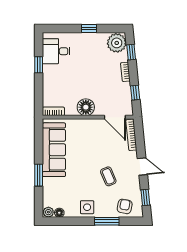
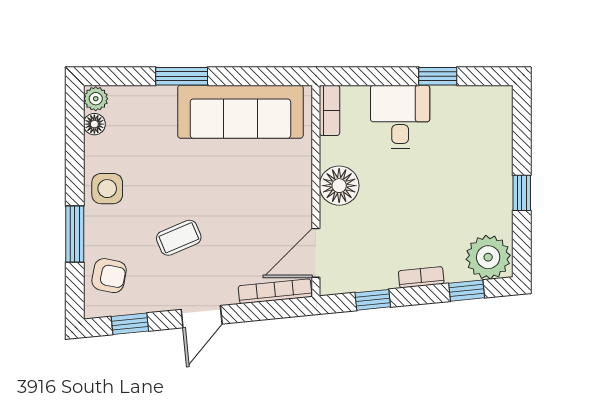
desk: (56, 51) -> (400, 117), moved

